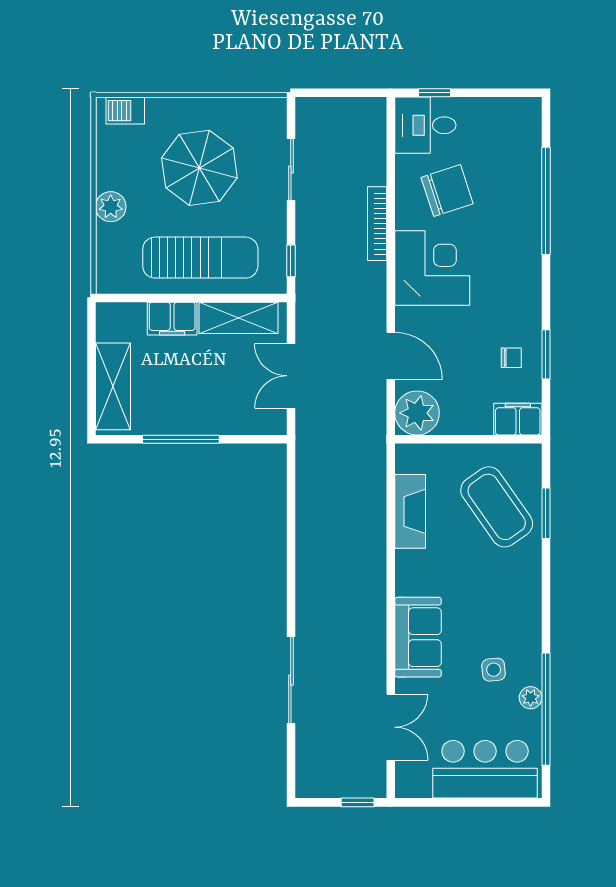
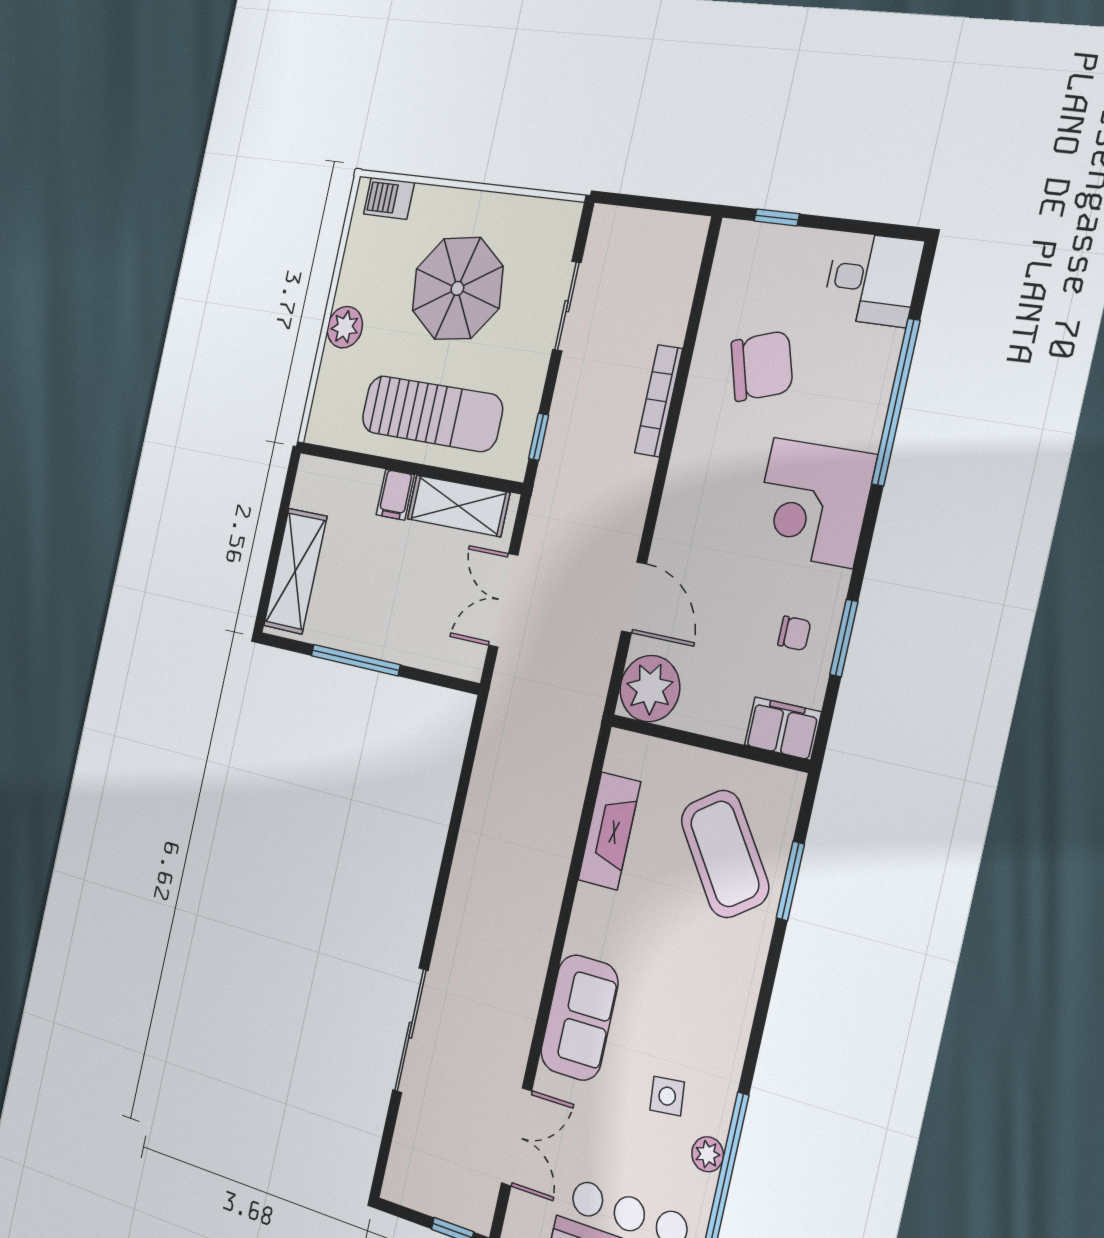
desk: (425, 125) -> (872, 279), moved, turned 180
corner desk: (432, 268) -> (813, 503), moved, turned 180
filing cabinet: (172, 319) -> (395, 495), width x0.50

